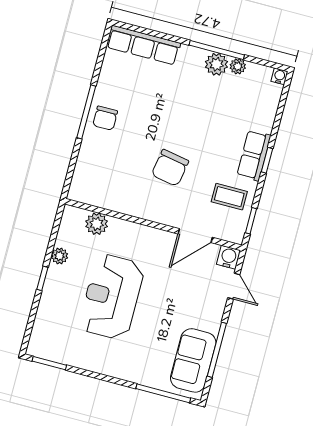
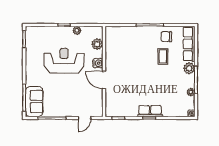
plant: (216, 64) -> (189, 68), moved
chair: (105, 118) -> (166, 37), moved
chair: (170, 168) -> (133, 72), removed
coffee table: (229, 197) -> (163, 56), moved
door: (195, 236) -> (104, 80), moved
water cooler: (229, 257) -> (98, 63), moved
sofa: (193, 360) -> (34, 102), moved, turned 90

